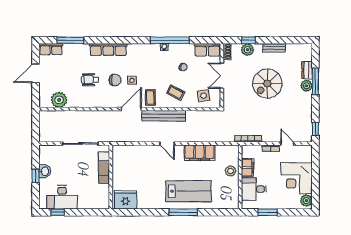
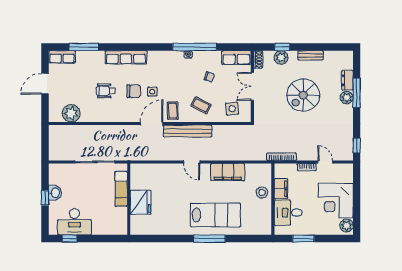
fridge: (125, 200) -> (141, 202), moved, turned 90

